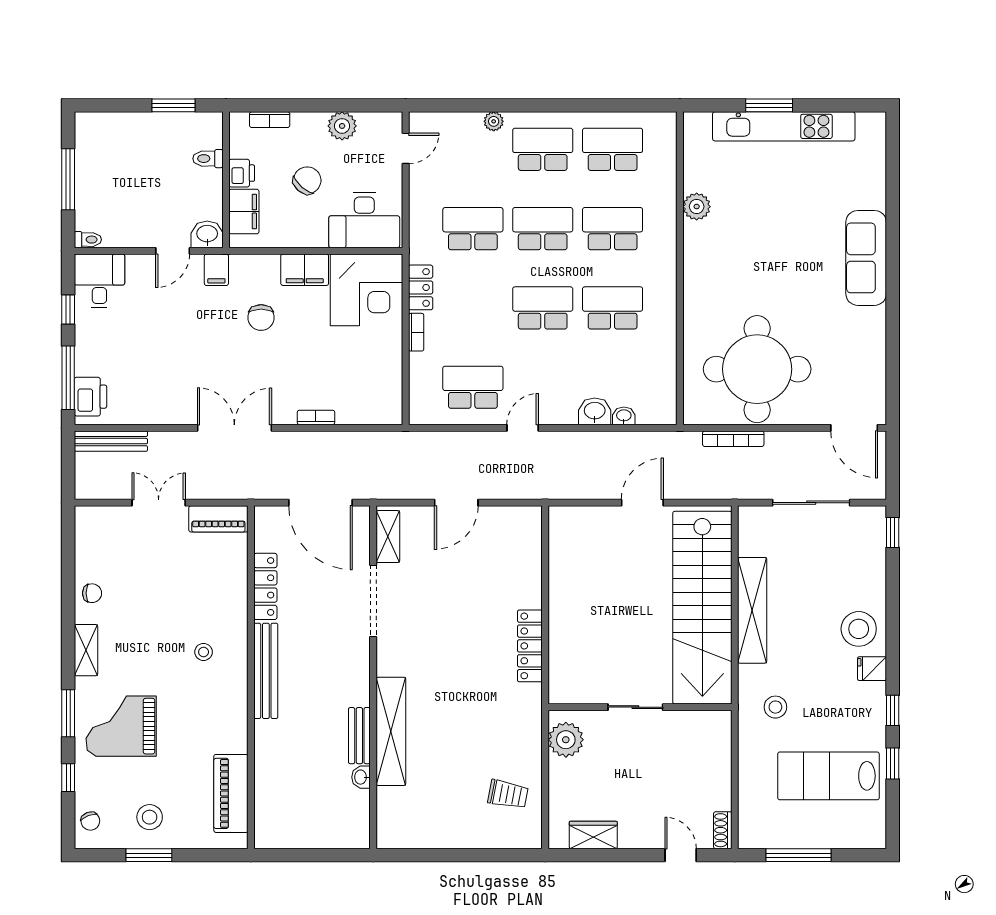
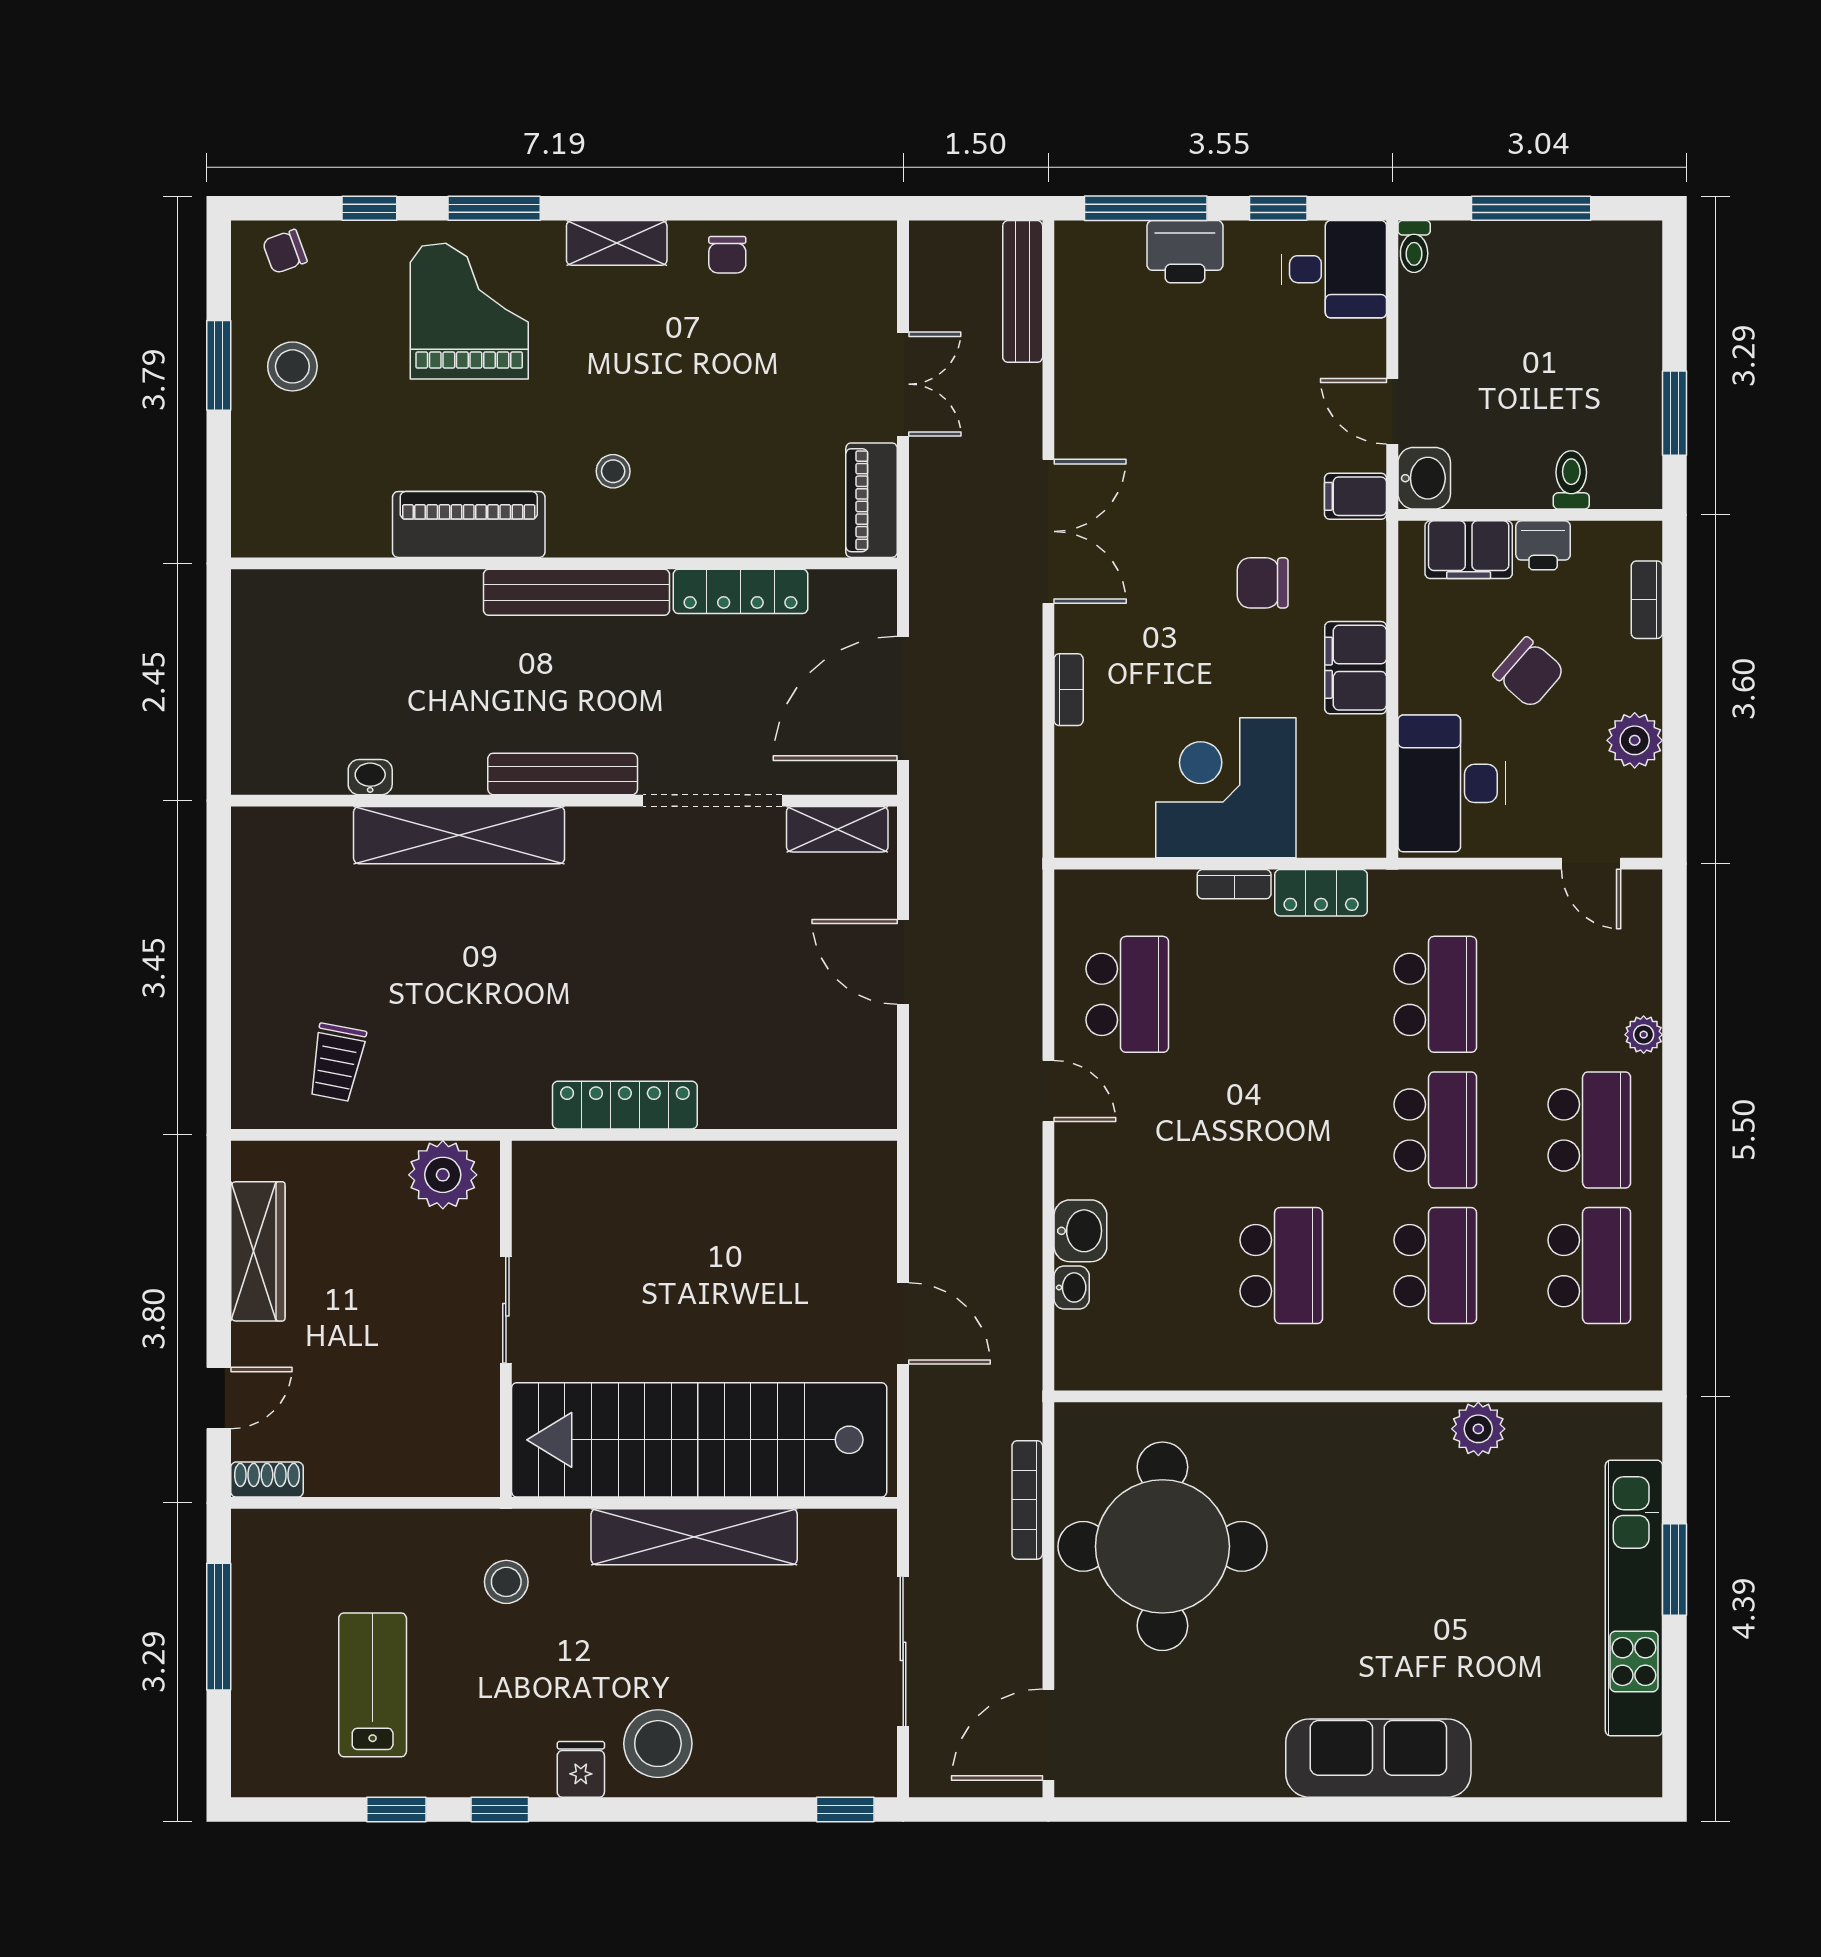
corner desk: (367, 290) -> (1226, 788), moved, turned 90
school desk: (543, 308) -> (1281, 1130), removed
printer: (90, 397) -> (1185, 252), moved
bench: (359, 736) -> (563, 774), moved, width x1.36
lab bench: (828, 776) -> (373, 1685), width x0.73, depth x0.72
piano: (231, 793) -> (469, 524), moved
wardrobe: (593, 835) -> (258, 1251), width x1.50

